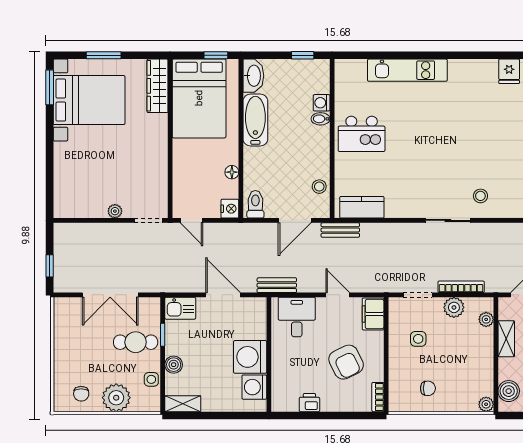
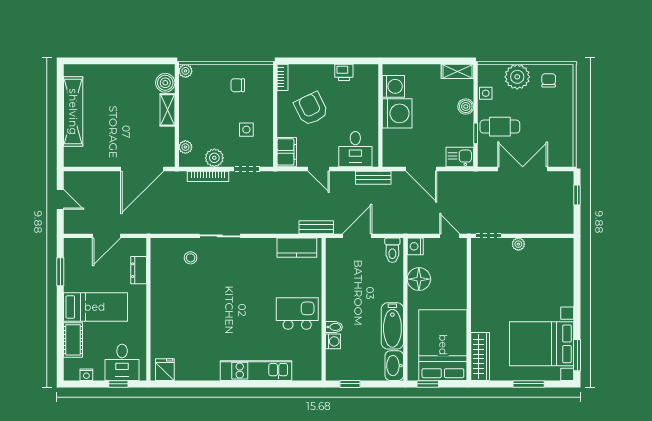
floor lamp: (232, 172) -> (419, 279), width x1.89, depth x1.89
stool: (319, 187) -> (335, 266), removed
shelving: (506, 339) -> (167, 110), moved

